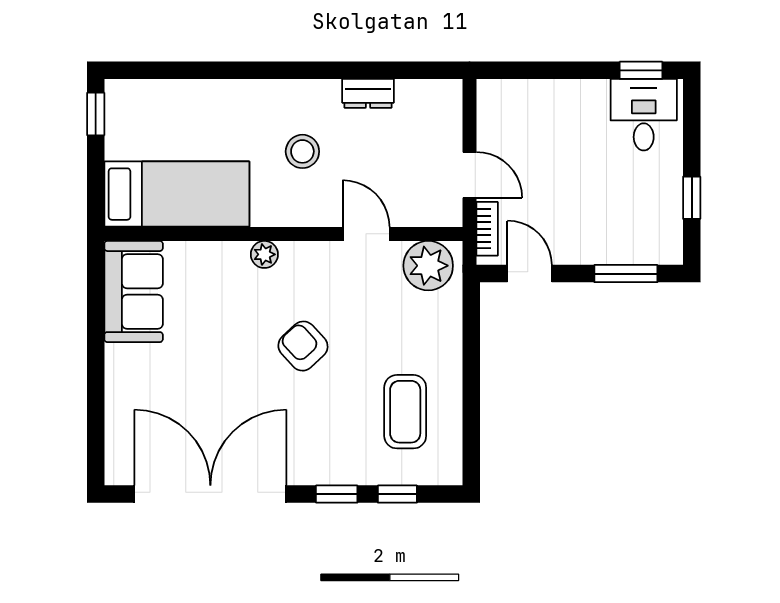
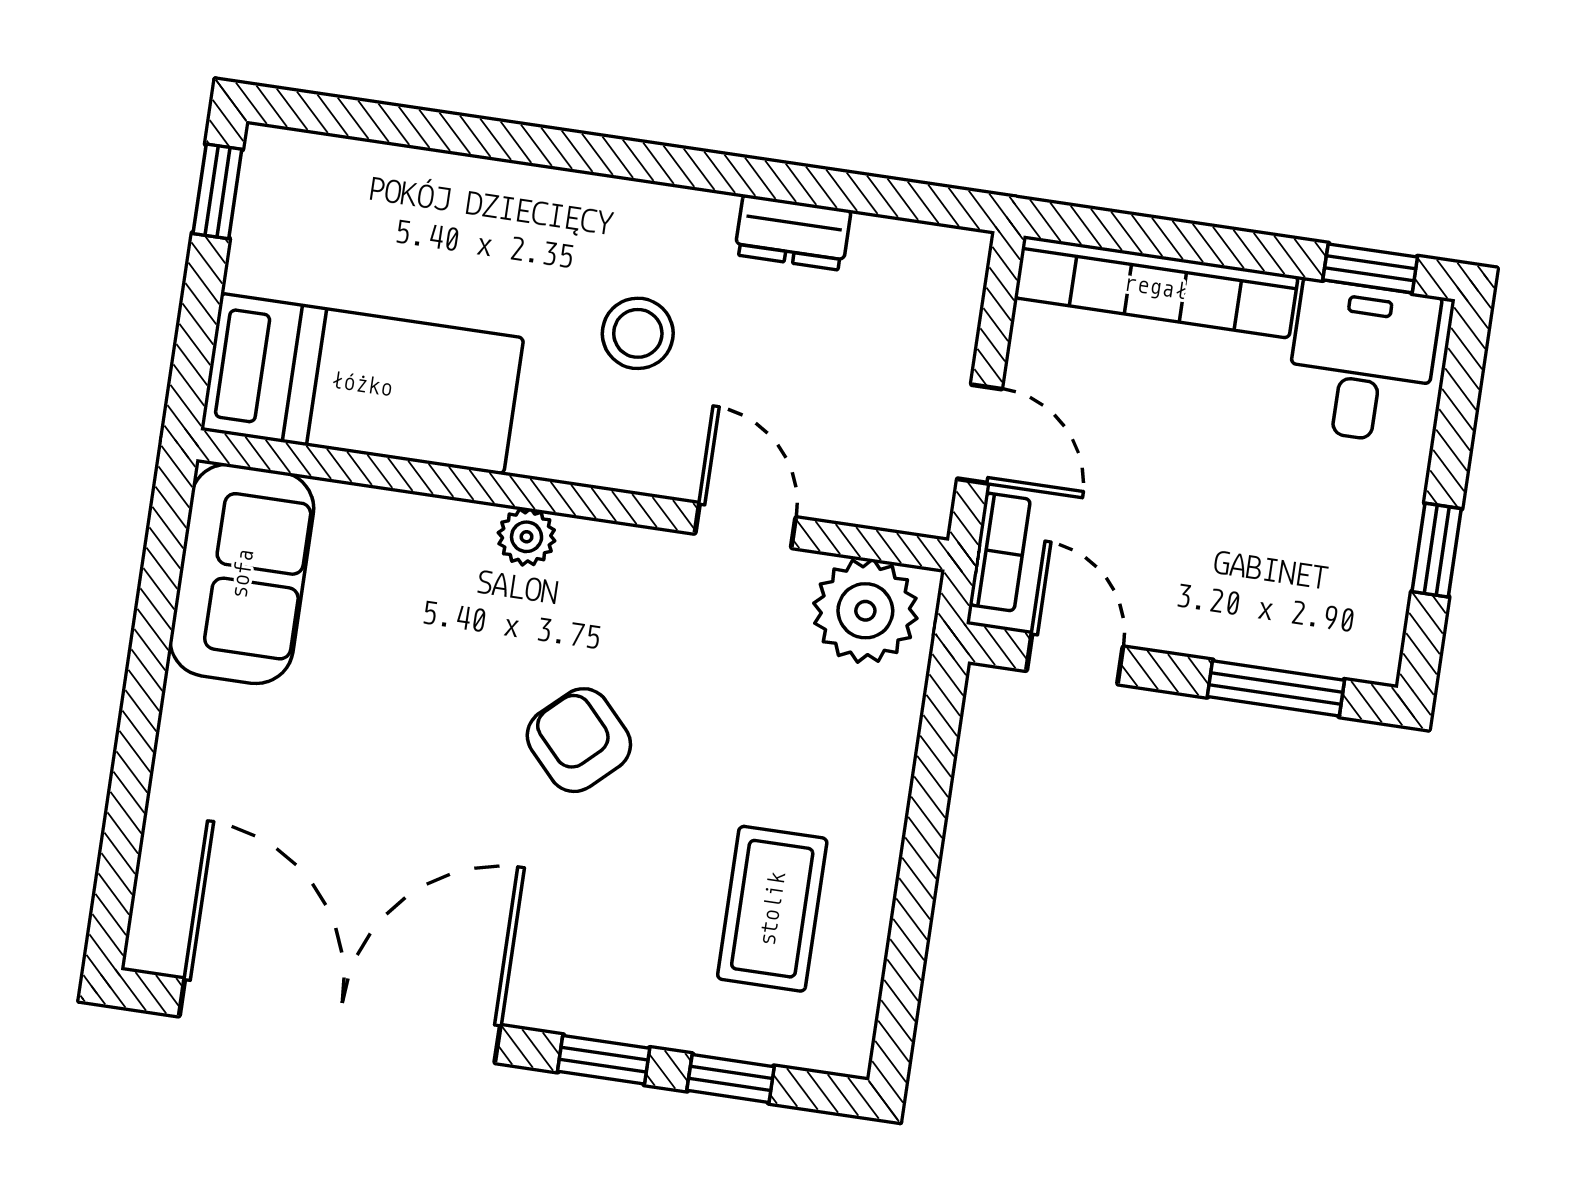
bookcase: (542, 94) -> (1156, 287), added

